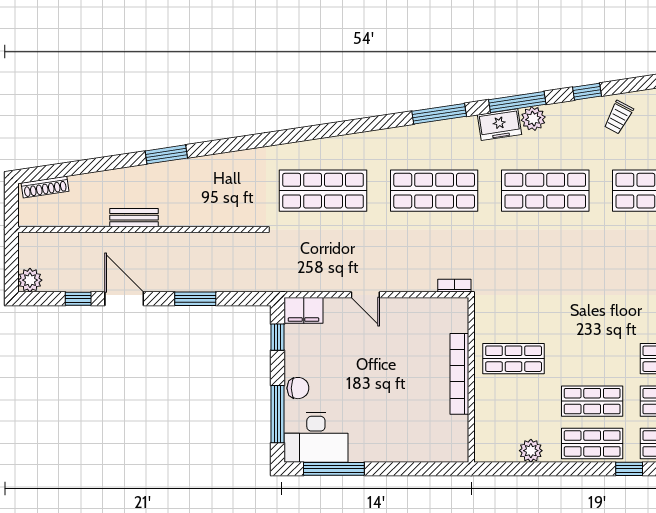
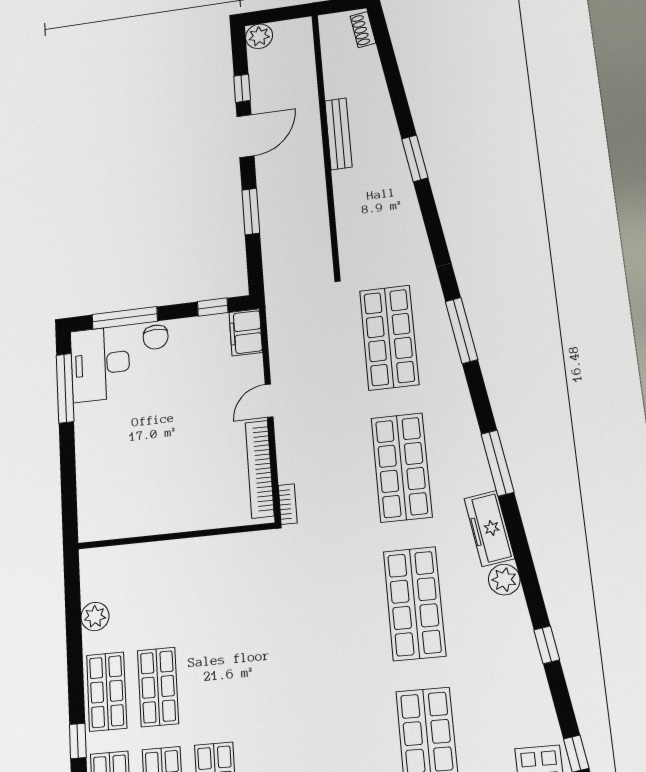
window: (517, 102) -> (462, 330), moved
trolley: (619, 117) -> (518, 689), removed
freezer: (499, 125) -> (489, 528), width x1.40
shoe rack: (45, 187) -> (363, 30), width x0.70
bench: (134, 218) -> (338, 134), width x1.36
shop shelf: (514, 359) -> (204, 585), removed
bookcase: (459, 374) -> (260, 469), moved, turned -90

